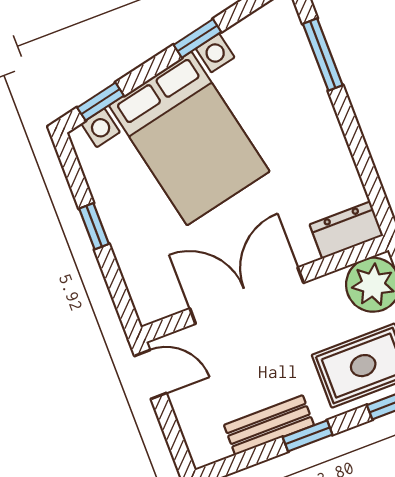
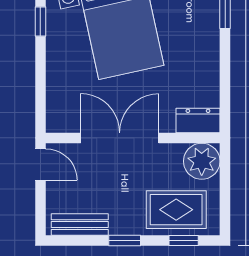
window: (94, 226) -> (40, 21), moved
bench: (269, 425) -> (80, 225), moved

